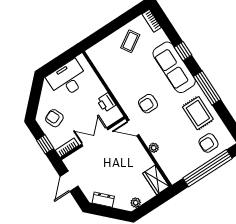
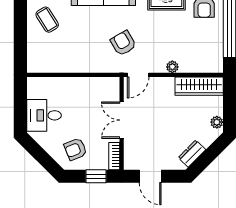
desk: (68, 79) -> (44, 115), width x0.73
printer: (106, 102) -> (94, 85), removed
armchair: (148, 104) -> (123, 43), turned 150
wardrobe: (156, 180) -> (199, 86), width x1.50

